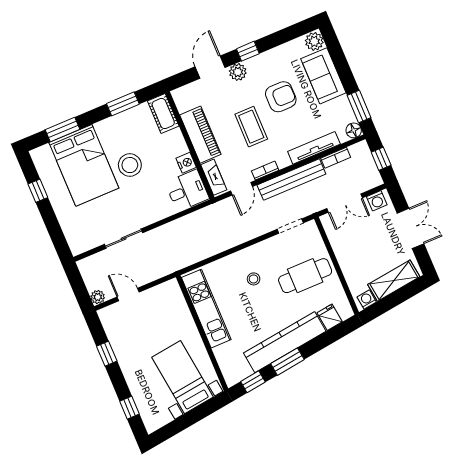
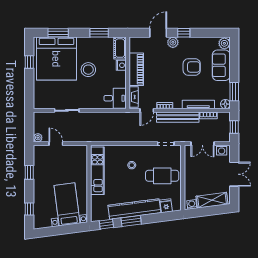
coffee table: (251, 127) -> (167, 77), removed
nightstand: (186, 163) -> (121, 65), moved
bed: (84, 165) -> (56, 59), width x1.36

